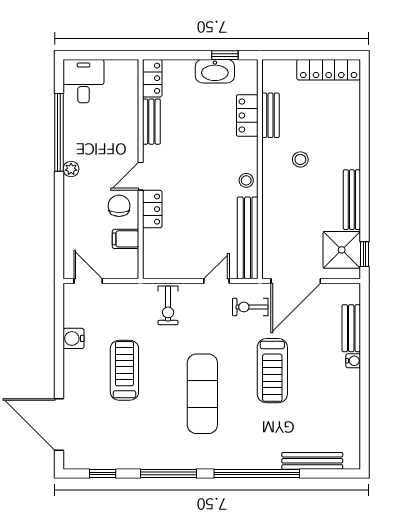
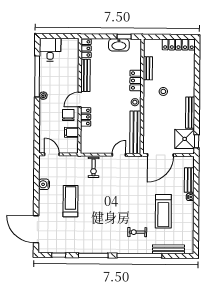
locker: (247, 115) -> (136, 81), moved
bench: (151, 122) -> (85, 75), width x1.36
exercise bike: (250, 307) -> (137, 232), moved
treadmill: (272, 371) -> (163, 211), moved
exercise mat: (202, 394) -> (111, 214), removed

